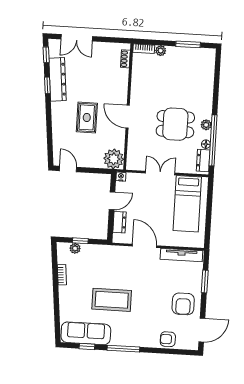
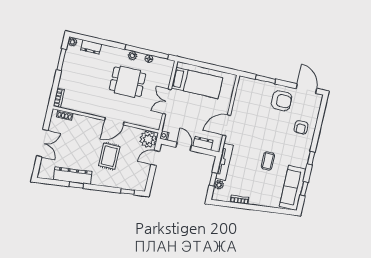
double door: (77, 38) -> (42, 143), moved
plant: (161, 51) -> (72, 42), moved
window: (46, 55) -> (127, 192), moved
rug: (87, 117) -> (109, 156), turned 90
dining table: (175, 124) -> (127, 82), turned 90
dresser: (203, 160) -> (91, 47), moved
door: (68, 169) -> (155, 158), moved
tv unit: (181, 255) -> (224, 162), moved
coffee table: (112, 300) -> (268, 161), width x0.54, depth x0.58
armchair: (168, 339) -> (301, 127), moved
window: (123, 349) -> (311, 158), width x0.46

